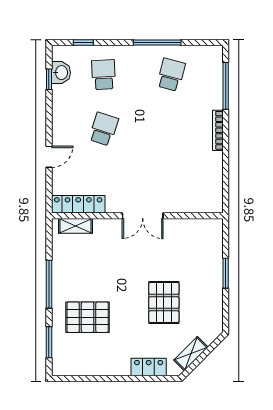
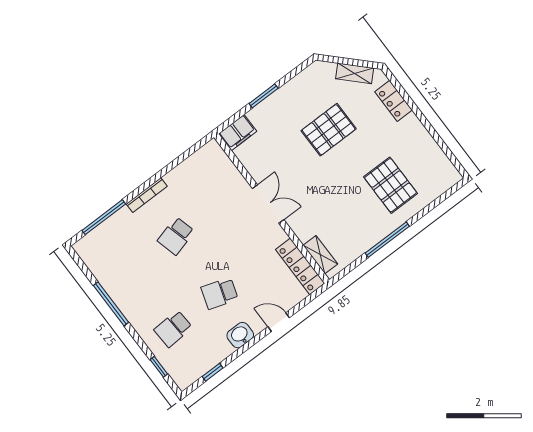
washbasin: (61, 73) -> (240, 335), moved
school desk: (171, 75) -> (176, 236), moved, turned -30
filing cabinet: (213, 233) -> (238, 133), added
window: (49, 342) -> (437, 202), removed

